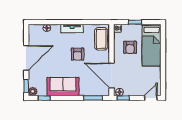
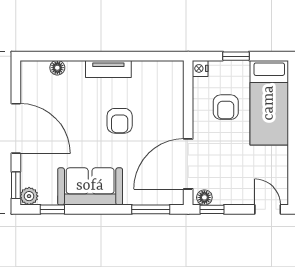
coffee table: (101, 39) -> (167, 90), removed
door: (26, 58) -> (16, 128), hinge flipped
door: (111, 75) -> (188, 164), hinge flipped
door: (151, 98) -> (268, 209), hinge flipped

